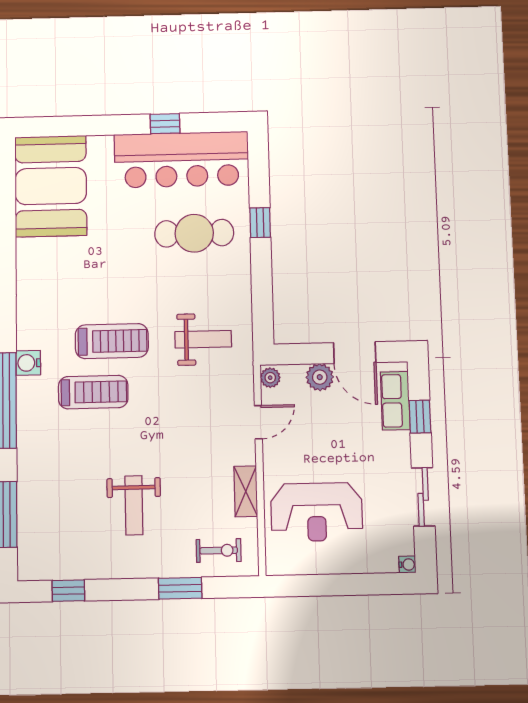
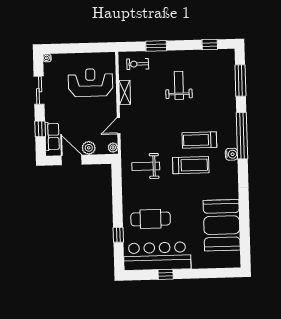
booth: (51, 186) -> (222, 225), moved
window: (260, 223) -> (118, 235), moved
treadmill: (112, 341) -> (191, 165), turned 180

